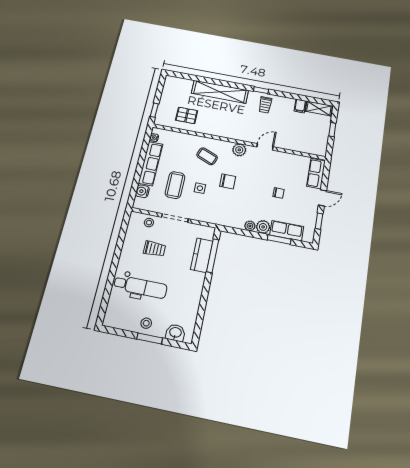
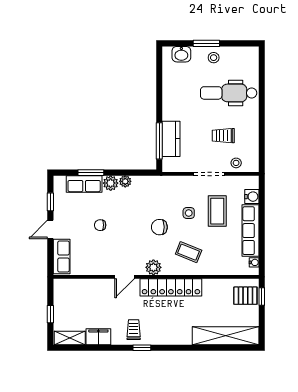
shelving: (220, 92) -> (226, 336), moved
filing cabinet: (300, 106) -> (98, 337), width x2.00
pallet: (187, 115) -> (245, 296), moved
locker: (228, 131) -> (171, 287), added

